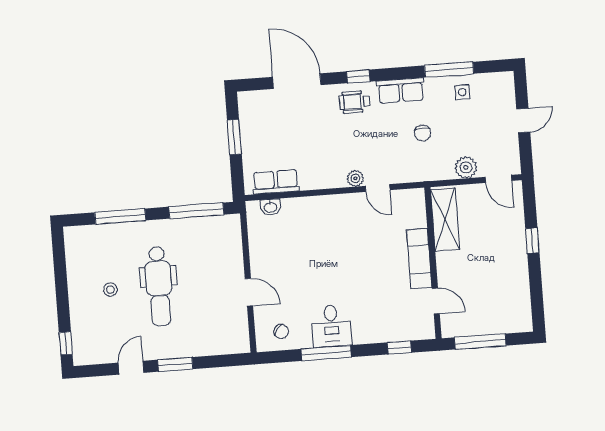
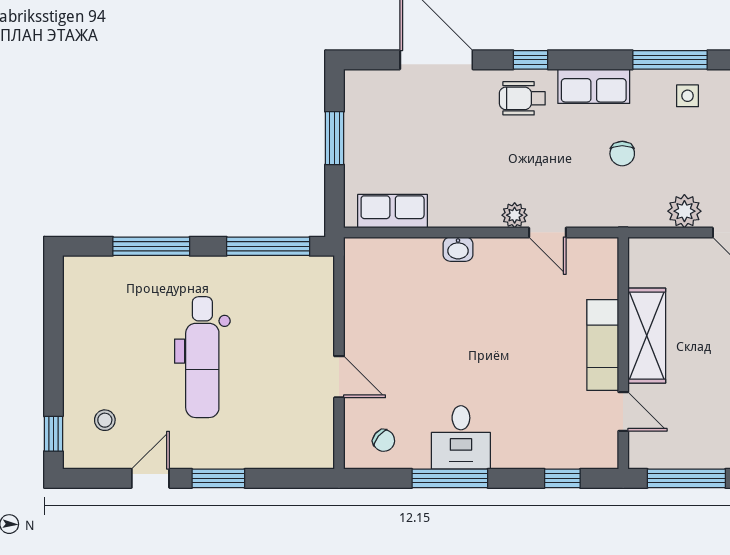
washbasin: (270, 207) -> (458, 249), moved
shelving: (445, 220) -> (647, 336), moved
stool: (110, 290) -> (105, 420), moved

